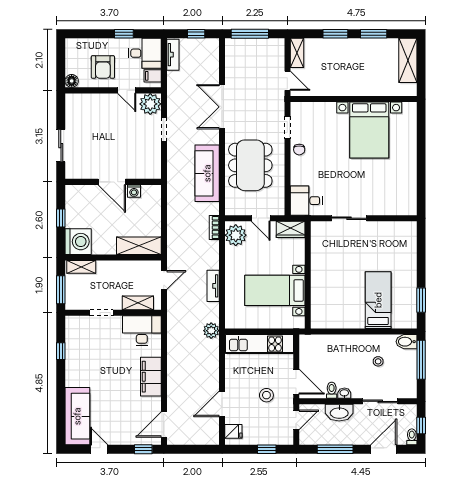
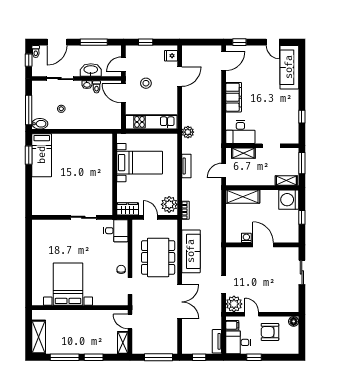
window: (374, 34) -> (65, 357), width x1.44
armchair: (103, 67) -> (270, 332), turned -90
bed: (378, 300) -> (42, 155), moved

